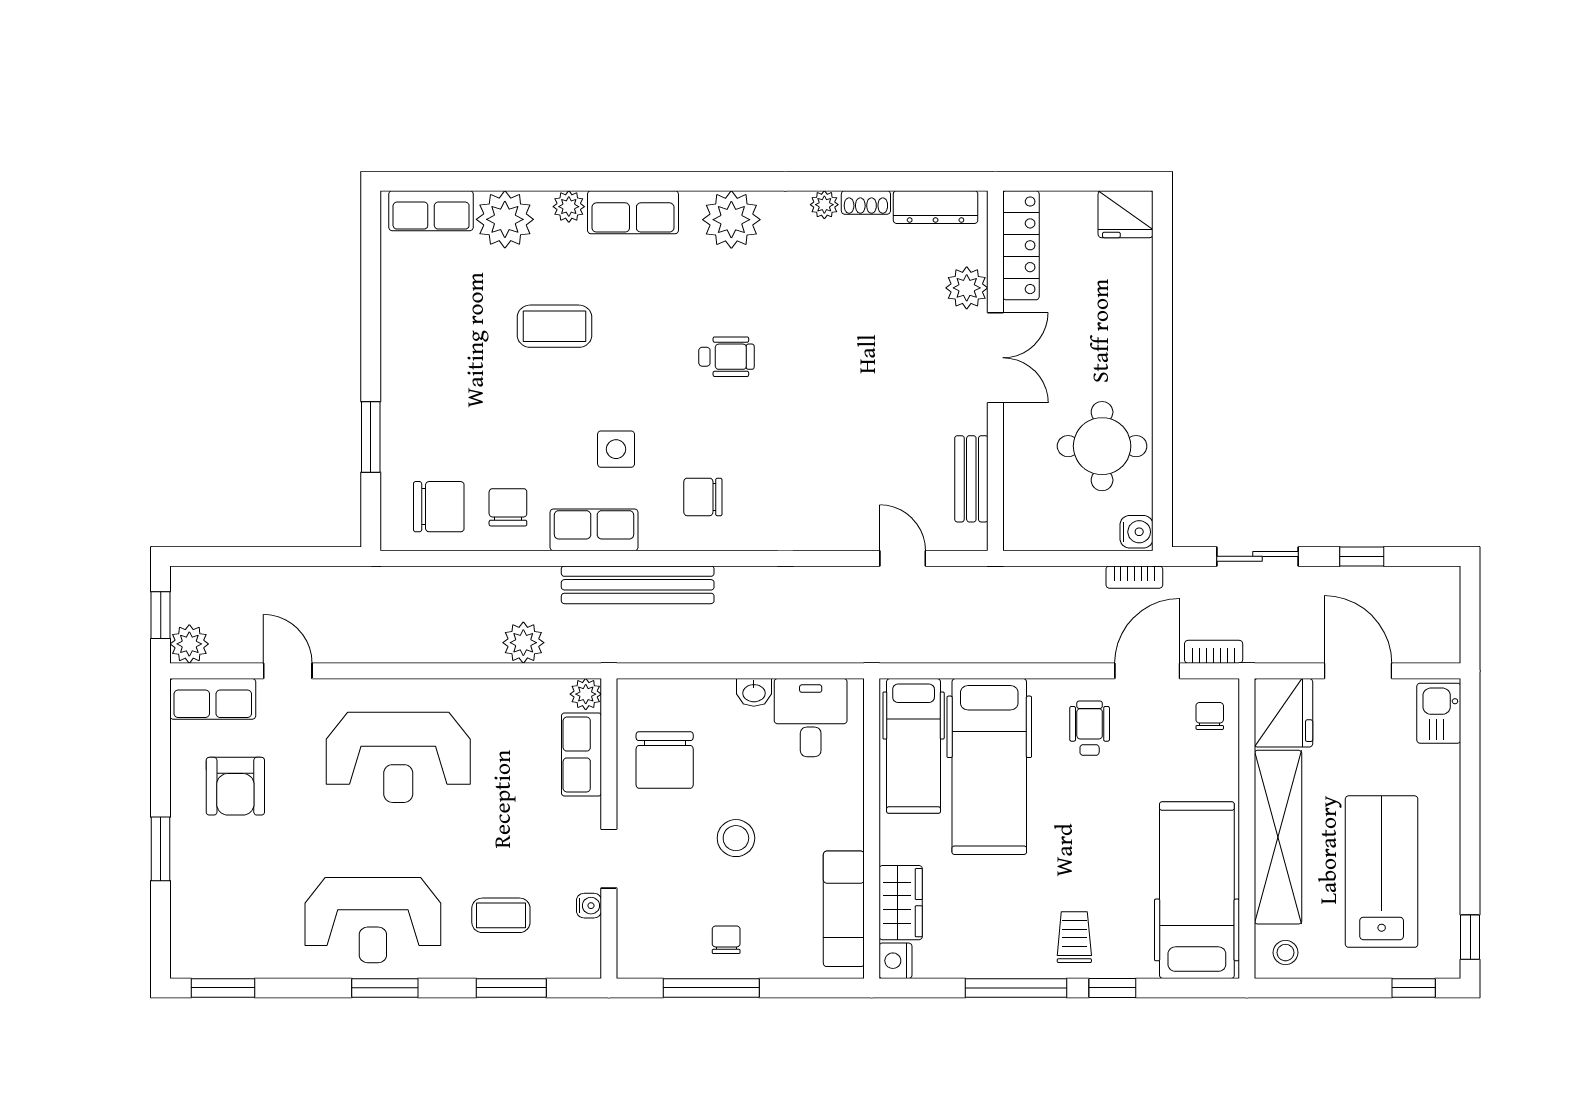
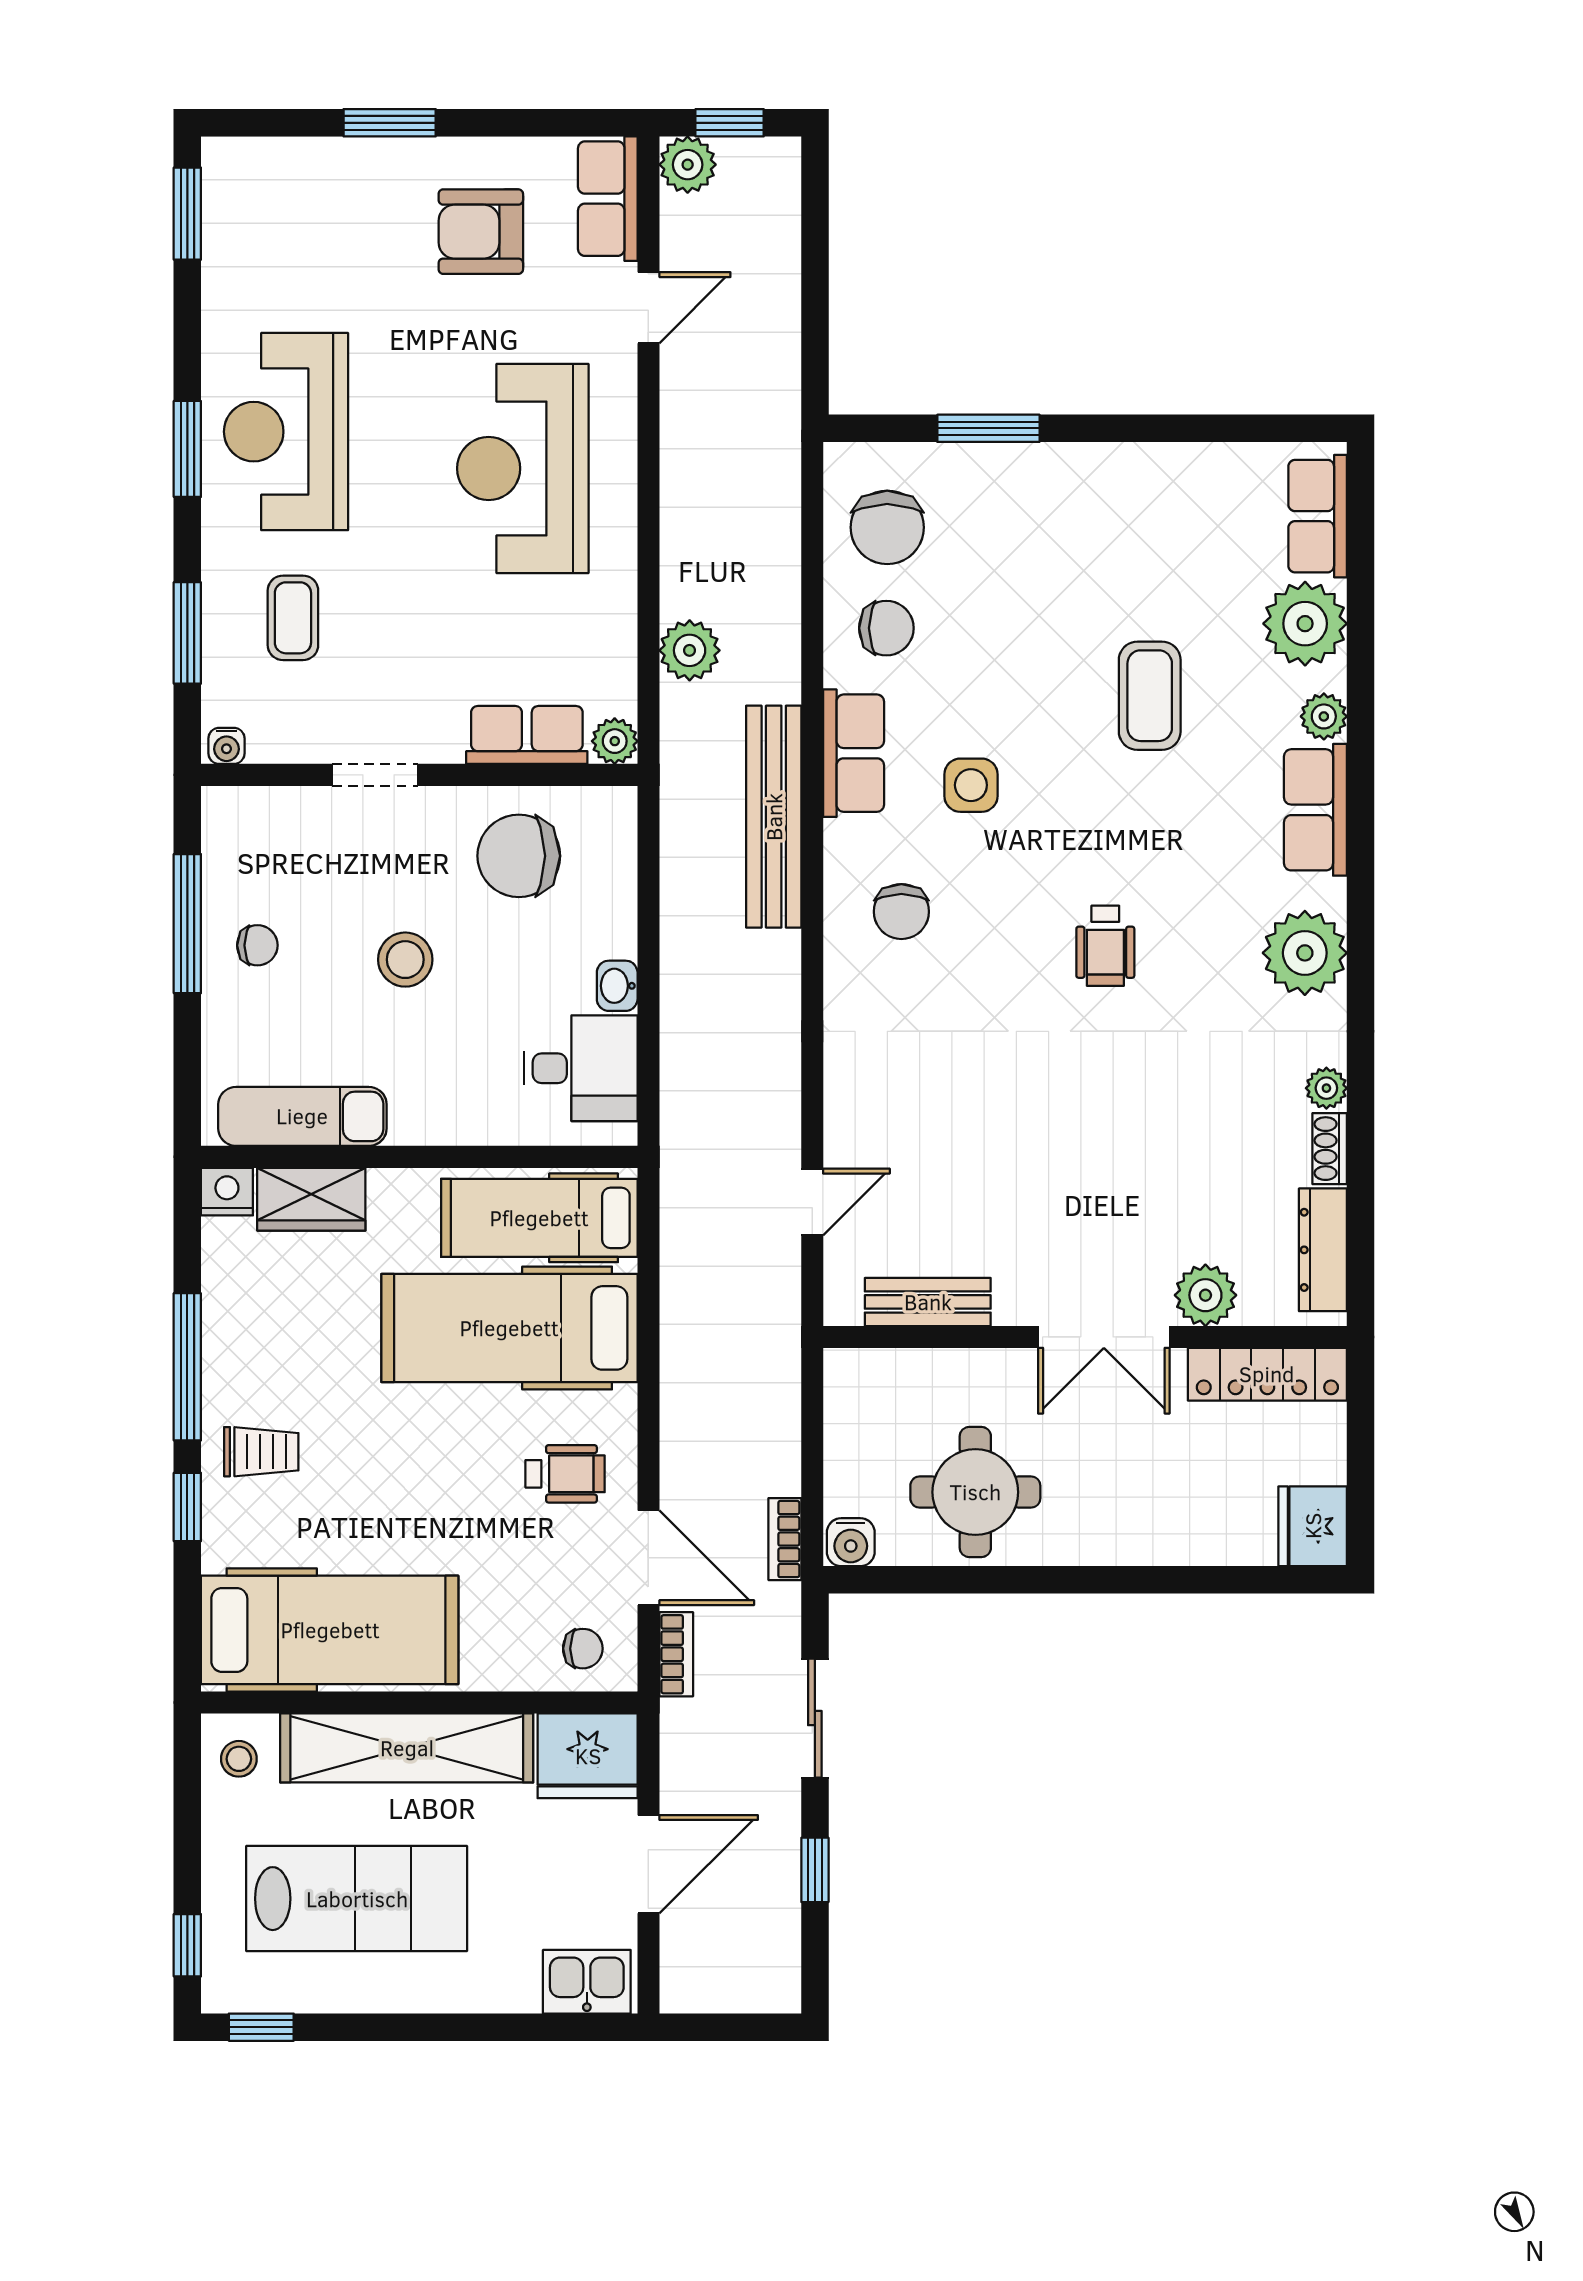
chair: (703, 497) -> (901, 912), turned 180
water cooler: (589, 906) -> (226, 746), moved

